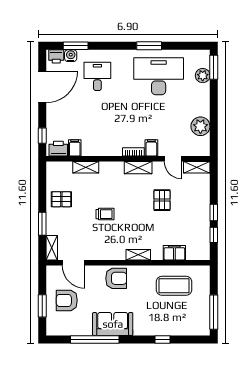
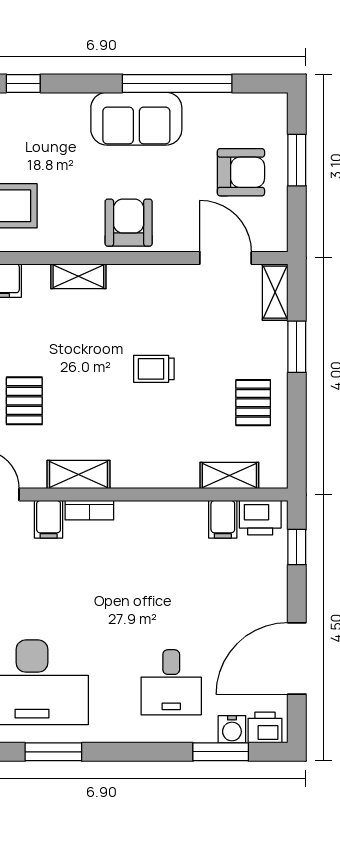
shelving: (86, 167) -> (229, 475), moved
pallet: (61, 199) -> (253, 403), turned 90
armchair: (116, 278) -> (129, 223), turned 90

